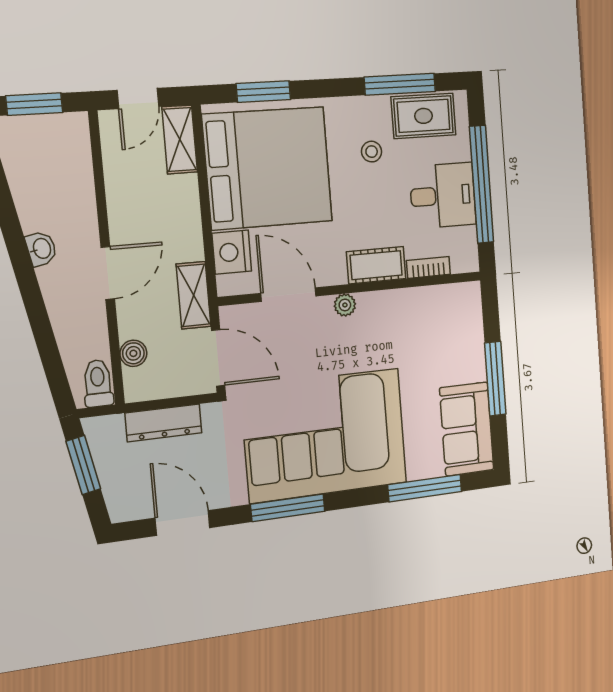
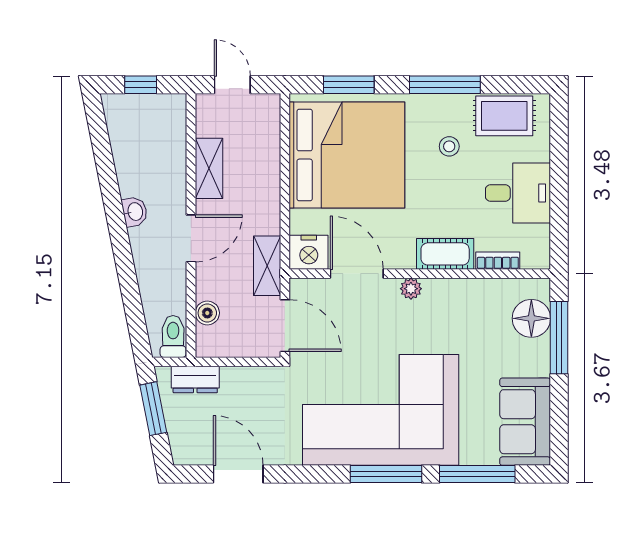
window: (400, 84) -> (445, 85), moved
door: (138, 98) -> (232, 85), swing flipped
window: (34, 104) -> (141, 85), width x0.67
shelving: (180, 139) -> (209, 168), moved
window: (482, 184) -> (559, 185), removed
nightstand: (232, 252) -> (309, 252), moved, turned -90
floor lamp: (465, 323) -> (531, 318), added
window: (495, 379) -> (559, 338), moved
dresser: (163, 423) -> (195, 379), moved, width x0.70
window: (288, 508) -> (386, 474), moved

